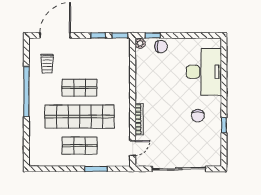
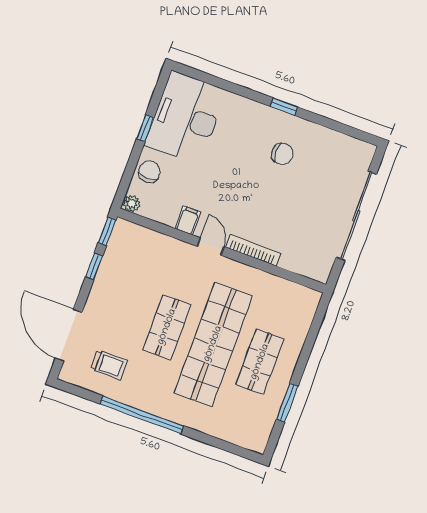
window: (153, 35) -> (145, 128), moved
desk: (204, 72) -> (186, 118), moved, turned -90
filing cabinet: (142, 77) -> (188, 220), added
window: (224, 125) -> (284, 107), moved
door: (133, 148) -> (211, 246), moved
window: (96, 169) -> (287, 403), moved

